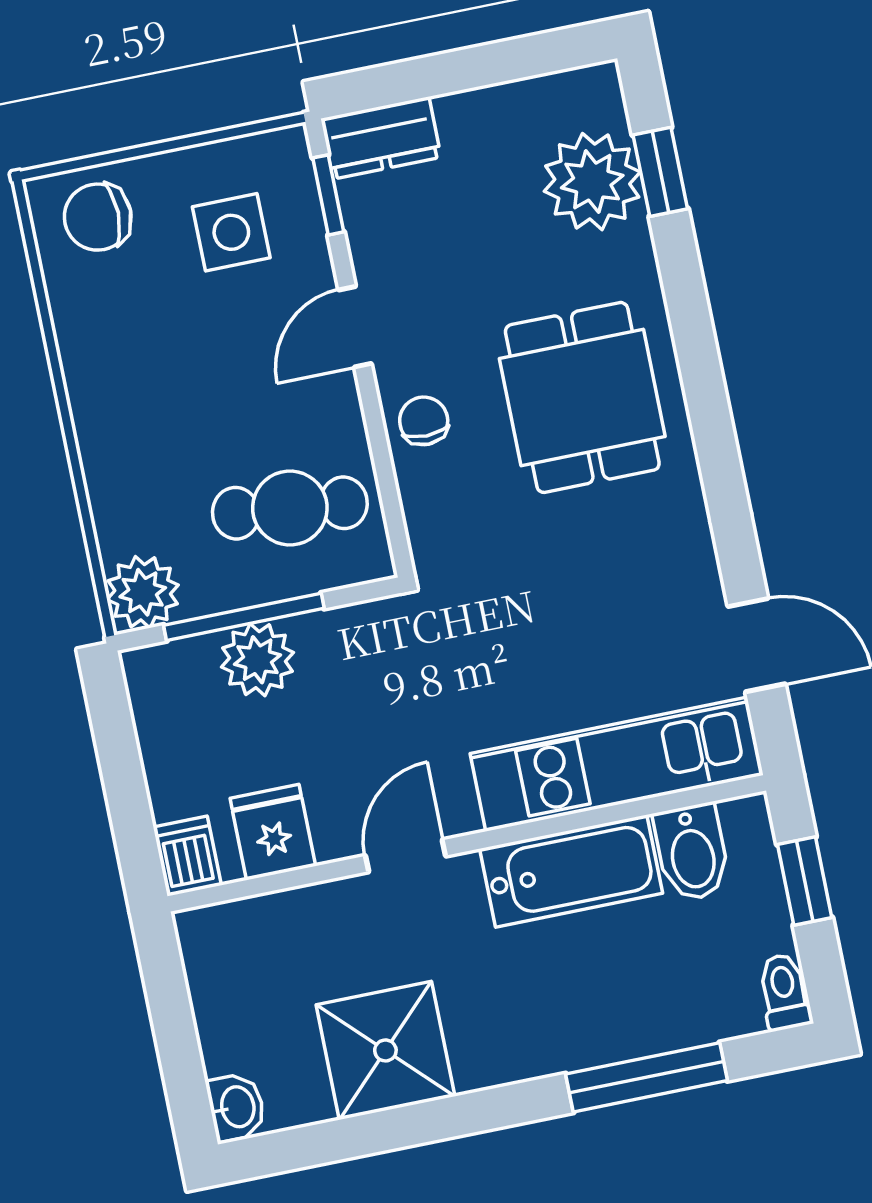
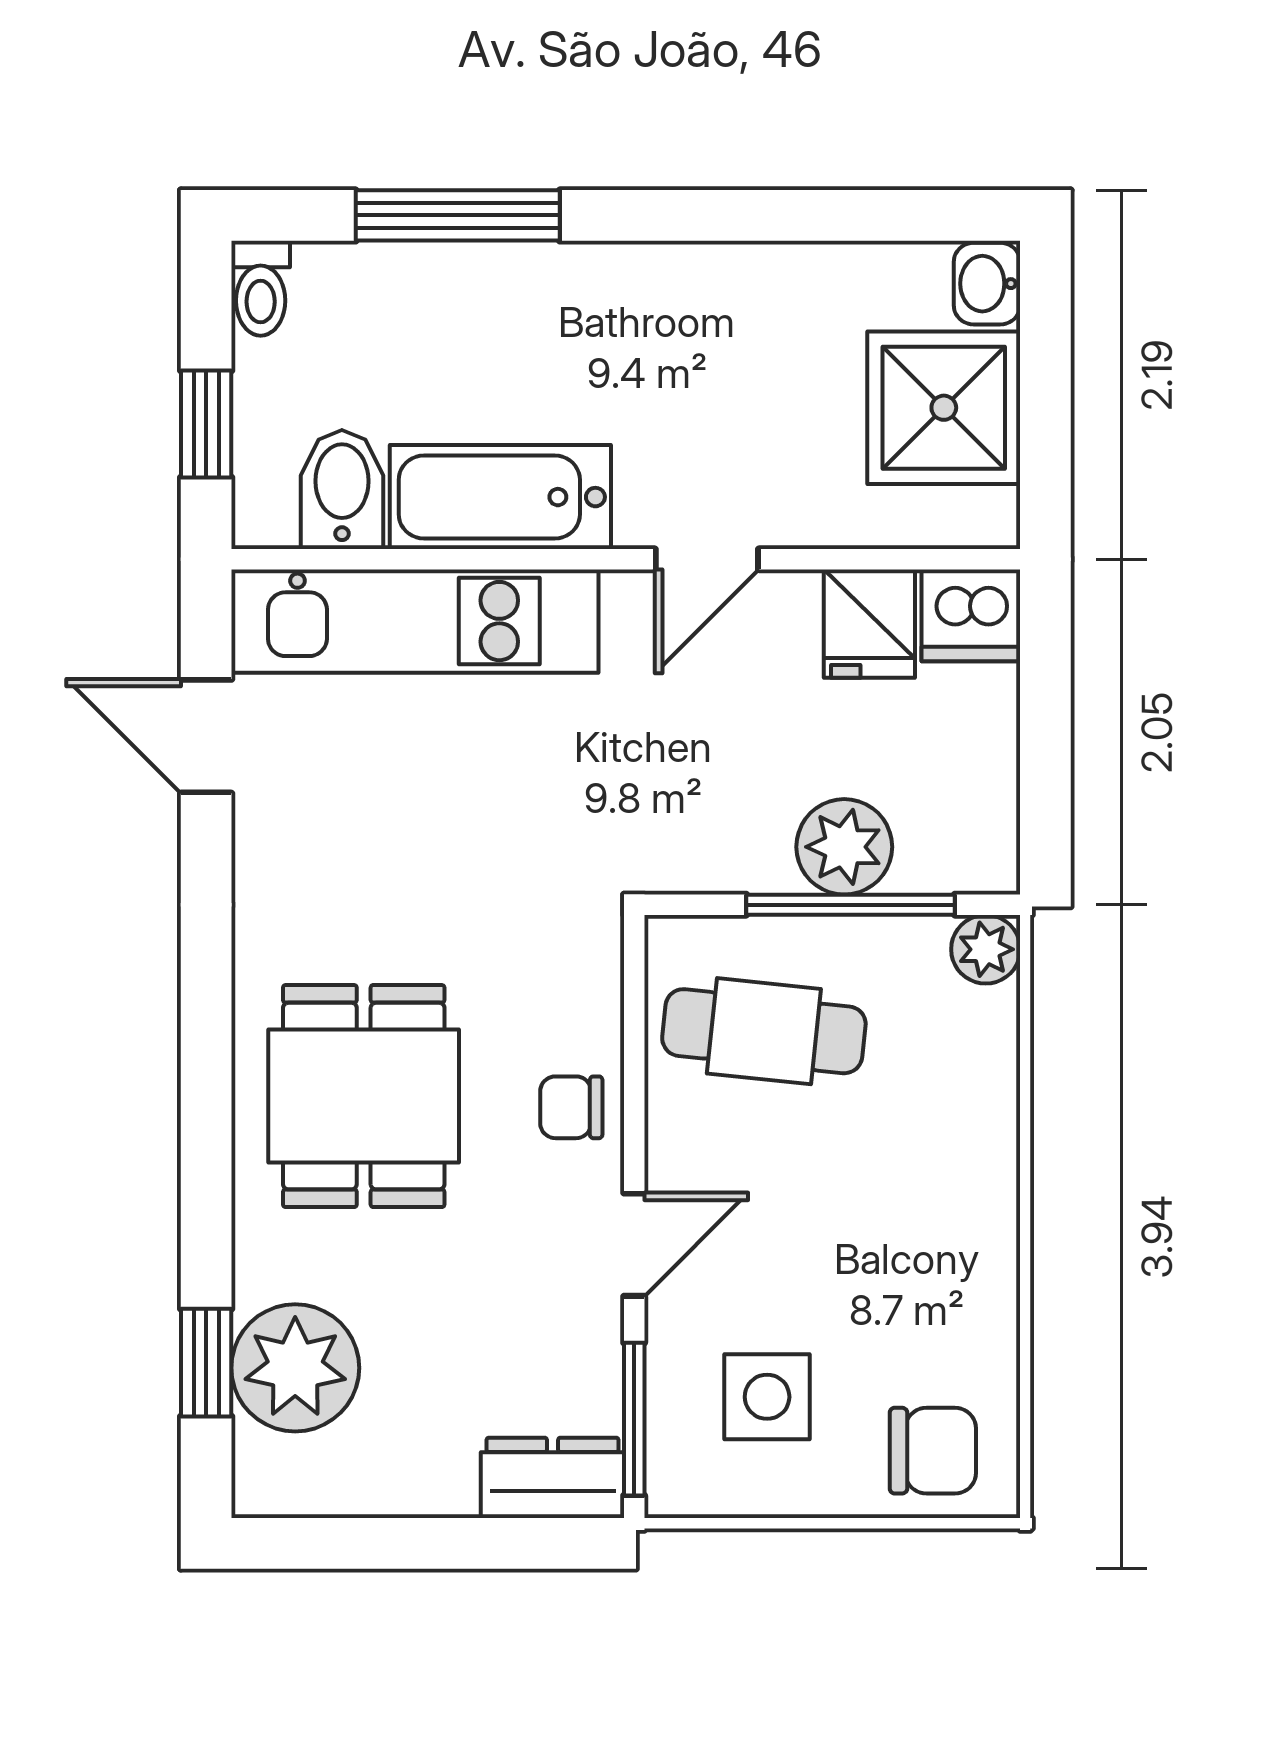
window: (328, 195) -> (634, 1419), width x1.50
chair: (424, 421) -> (571, 1107), turned 90
plant: (143, 592) -> (986, 949), width x0.73, depth x0.73
dishwasher: (187, 856) -> (971, 615), width x1.38
shower: (385, 1050) -> (944, 408), moved

